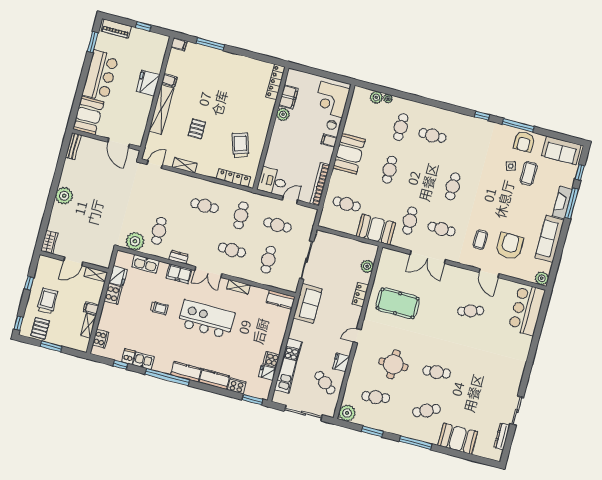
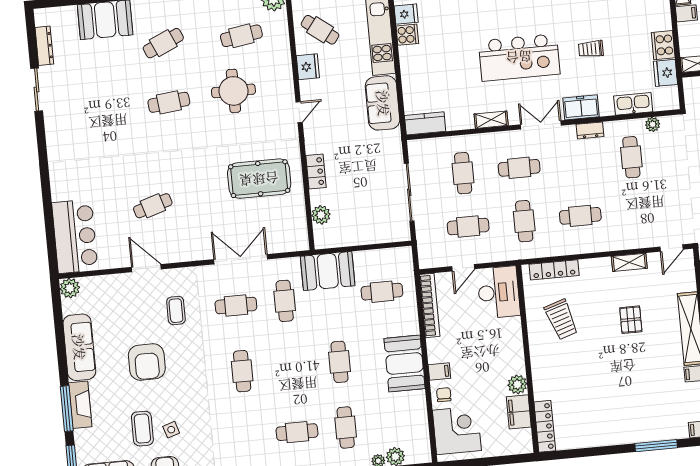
desk: (272, 181) -> (499, 292), width x1.37
plant: (135, 241) -> (653, 124), width x0.53, depth x0.53
armchair: (510, 246) -> (147, 362), moved
sofa: (308, 304) -> (383, 103), moved

